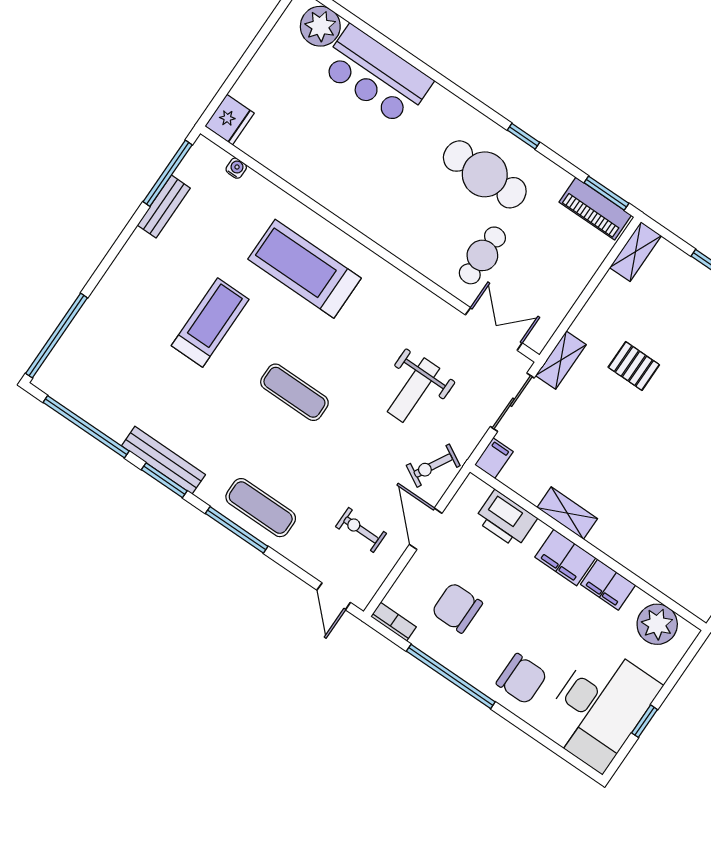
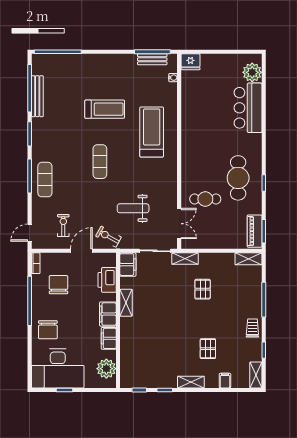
bench: (164, 207) -> (152, 59), moved
filing cabinet: (494, 458) -> (128, 265), width x2.00
bench: (163, 460) -> (37, 96), moved

